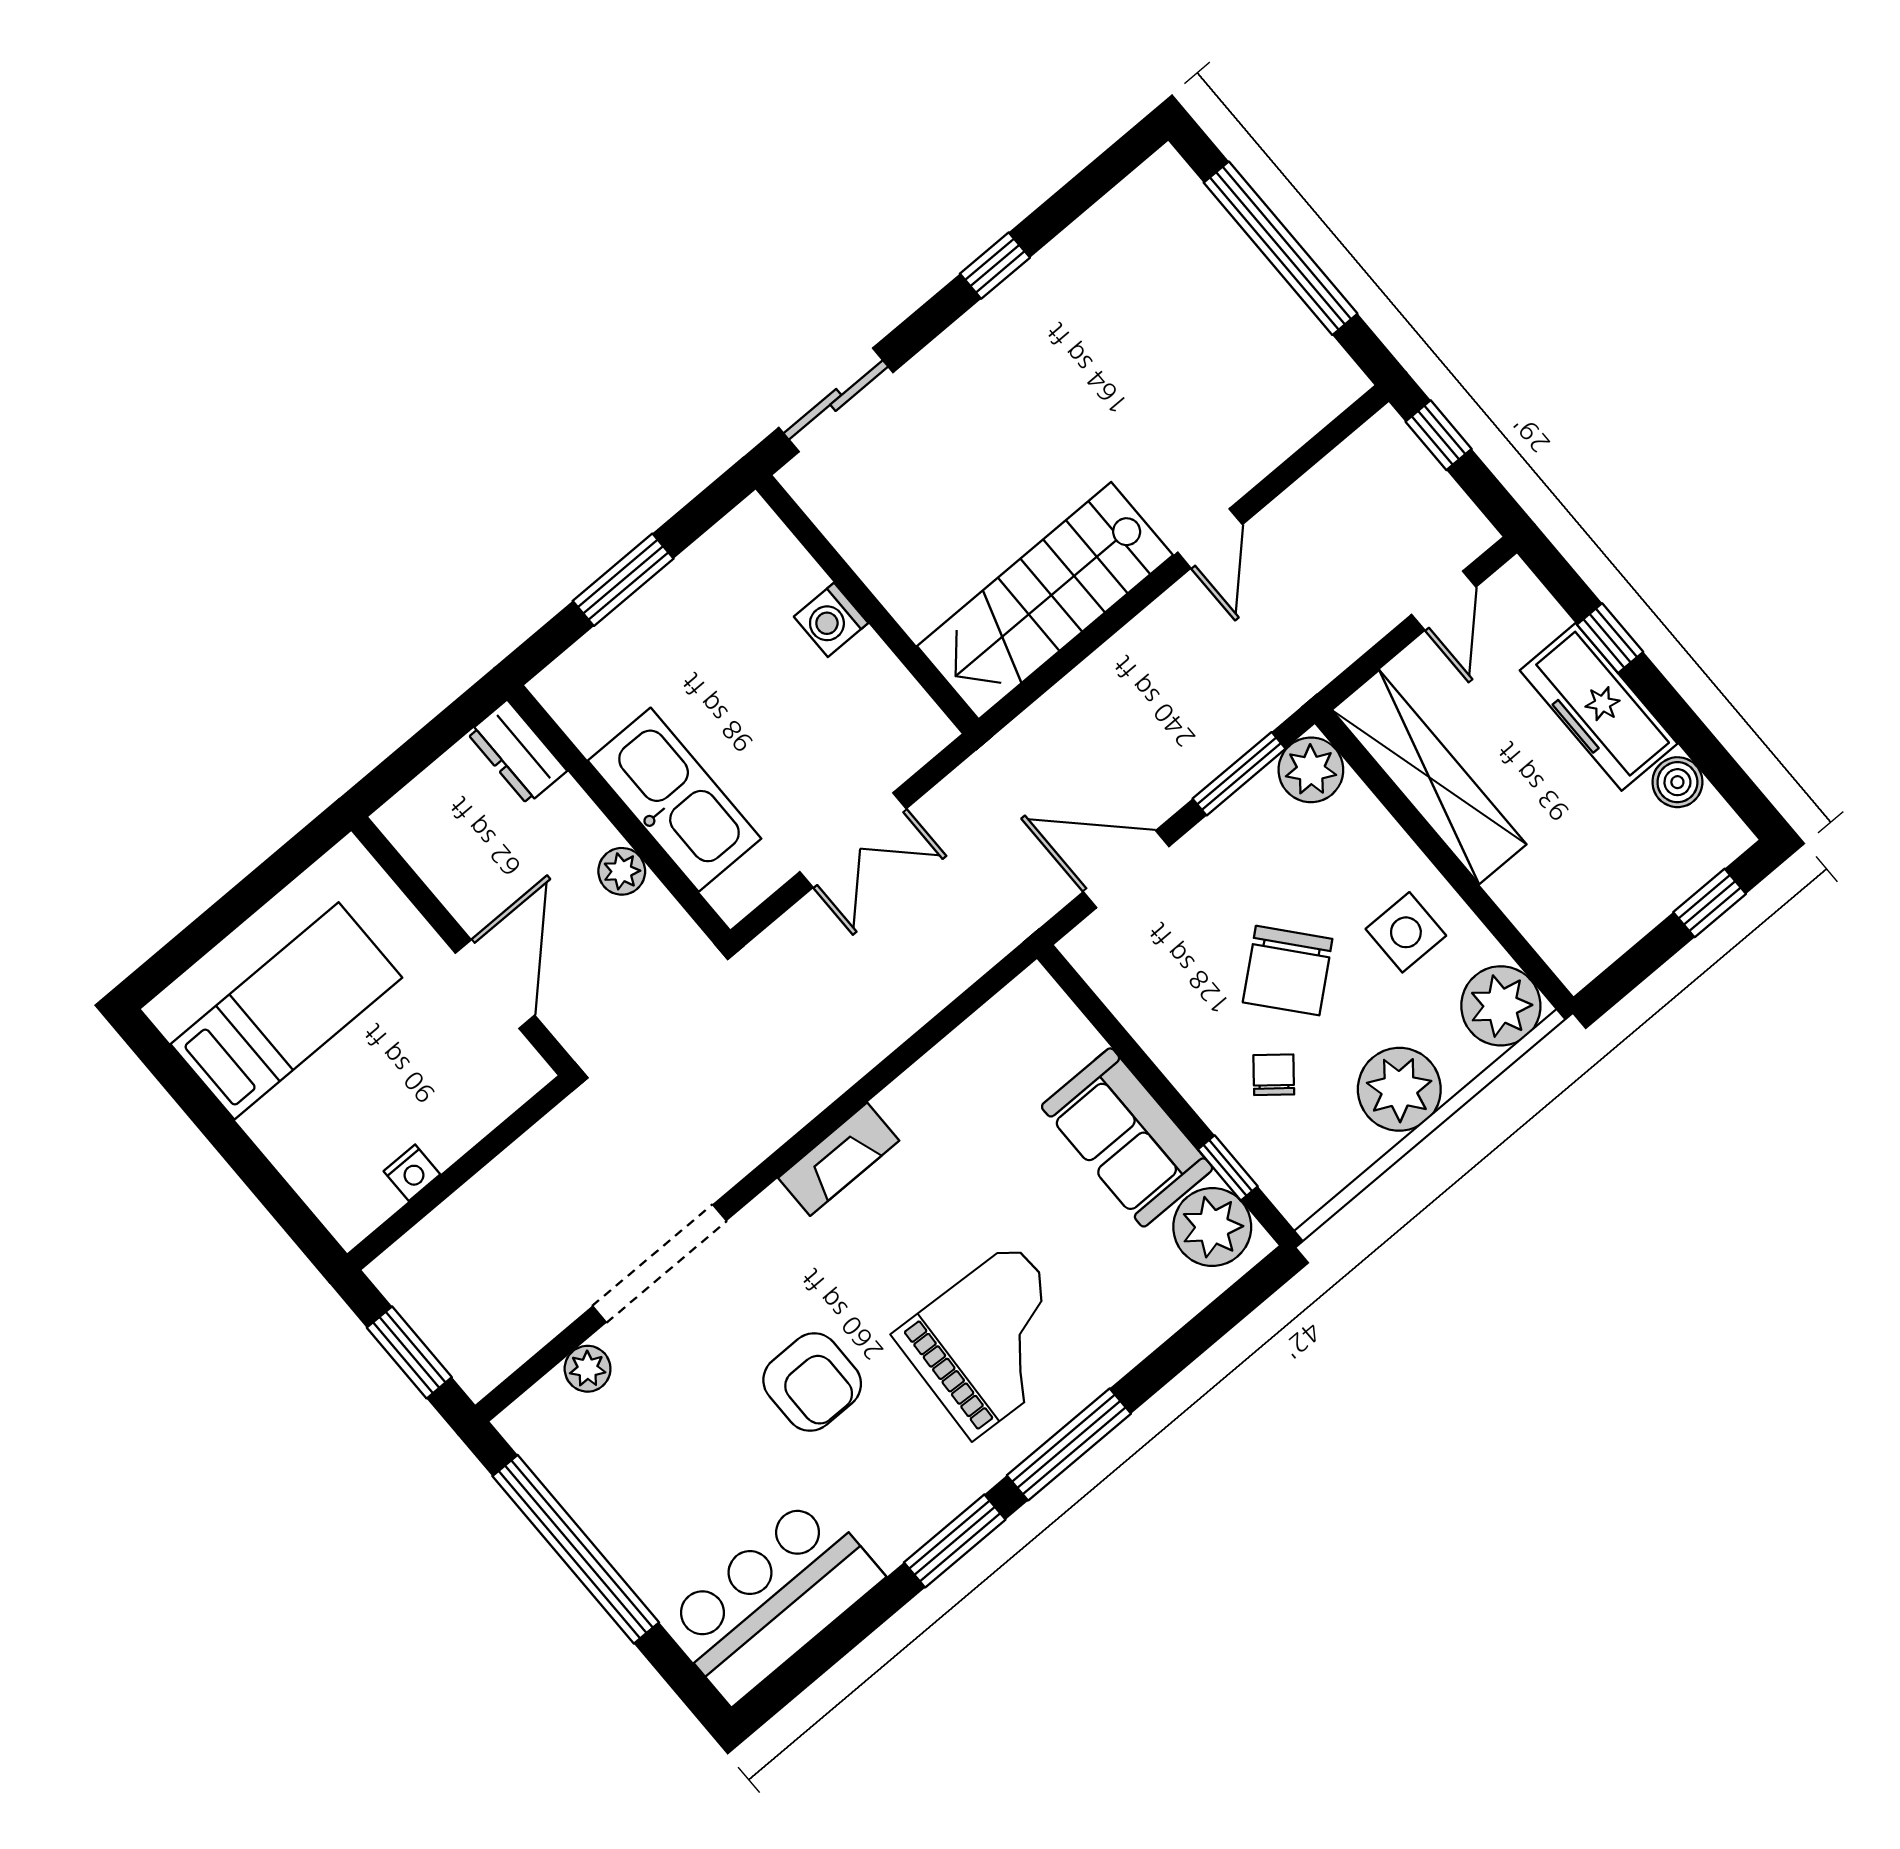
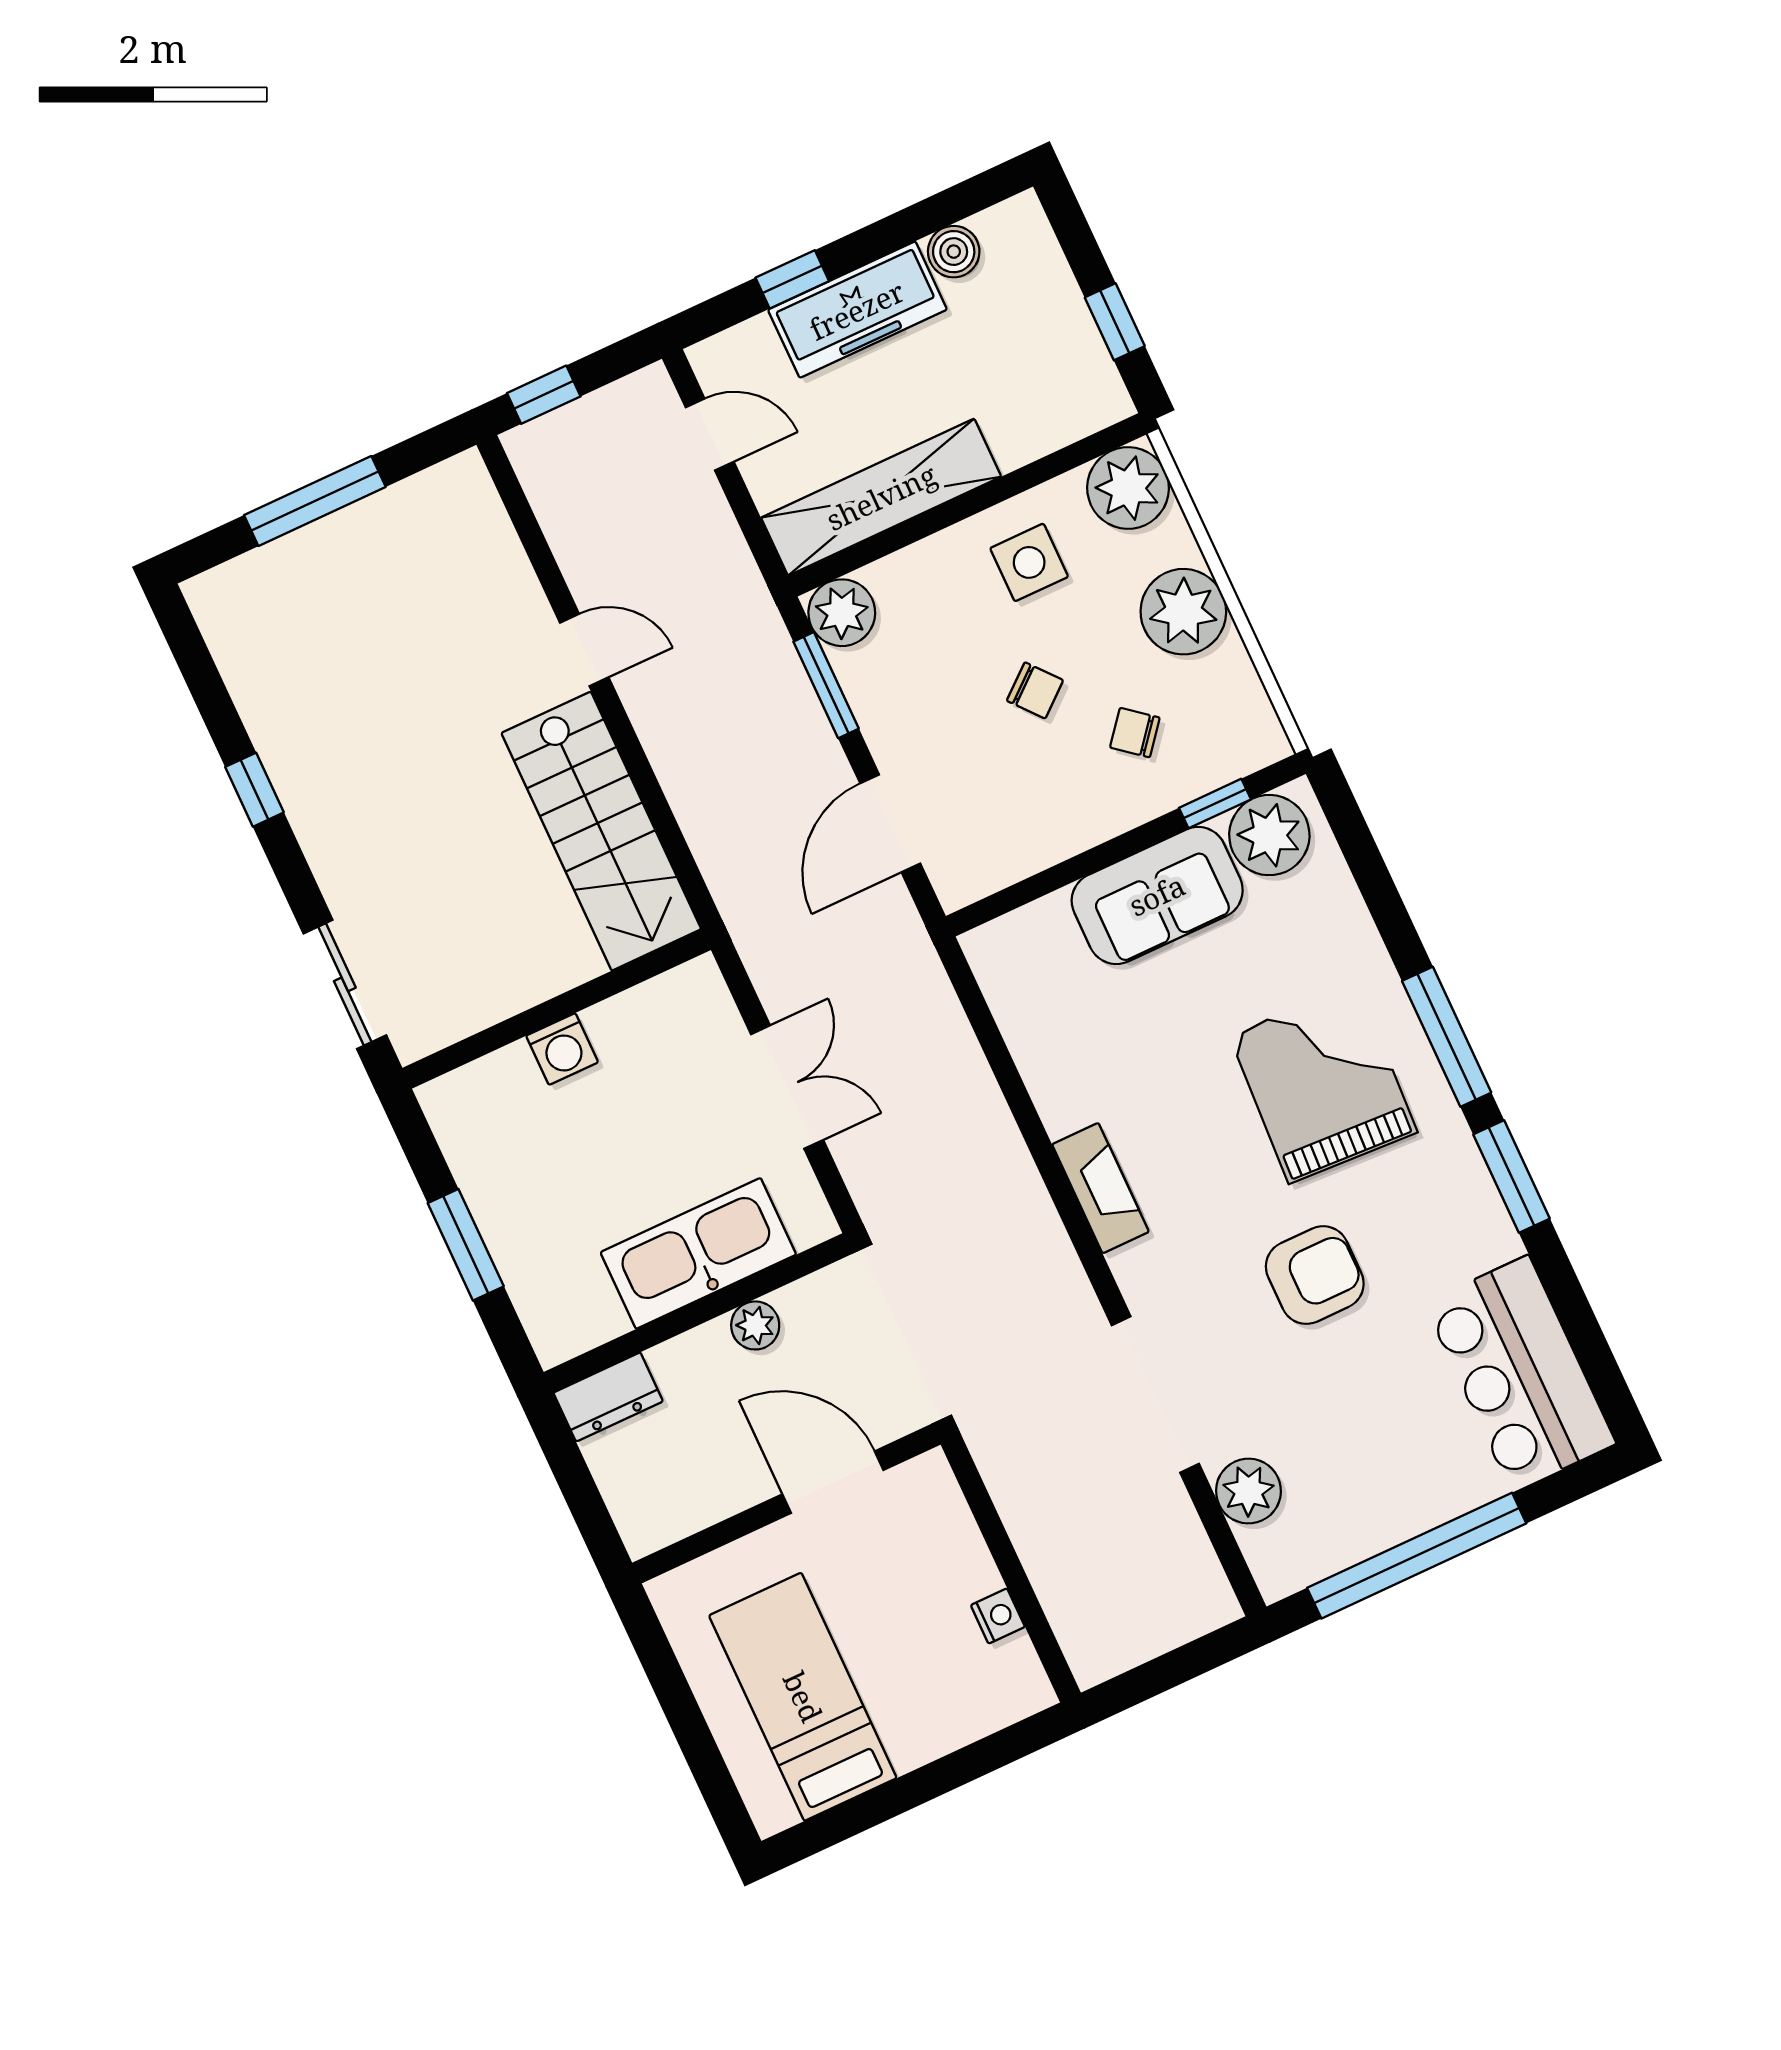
window: (1281, 248) -> (315, 501), width x0.68
window: (1710, 903) -> (1115, 322), moved
chair: (1288, 971) -> (1035, 690), width x0.54, depth x0.54
window: (409, 1352) -> (1176, 1667), removed
plant: (588, 1369) -> (1248, 1491), width x1.38, depth x1.38

